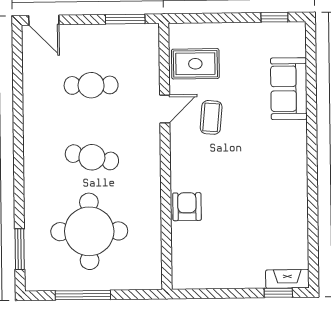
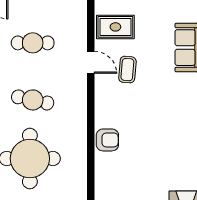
door: (165, 109) -> (91, 62), hinge flipped
armchair: (187, 207) -> (107, 140), turned 90

